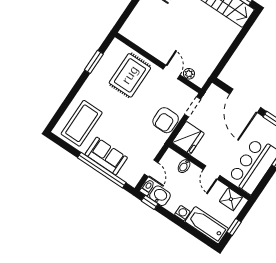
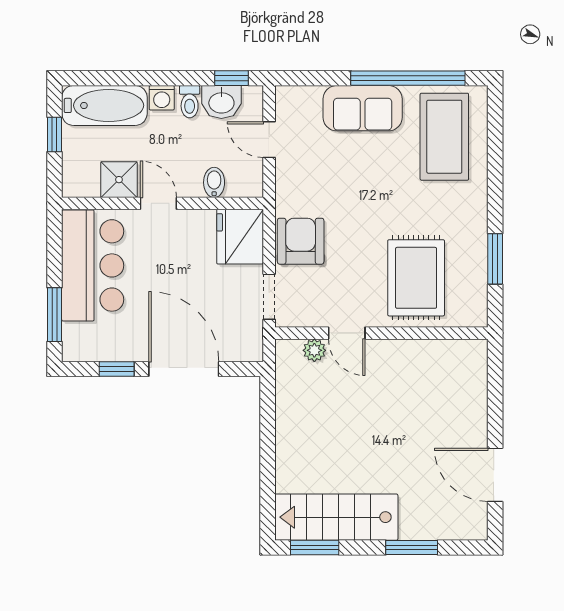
window: (102, 170) -> (408, 78), moved
toilet: (147, 187) -> (190, 102), moved
shower: (231, 199) -> (119, 180), moved

